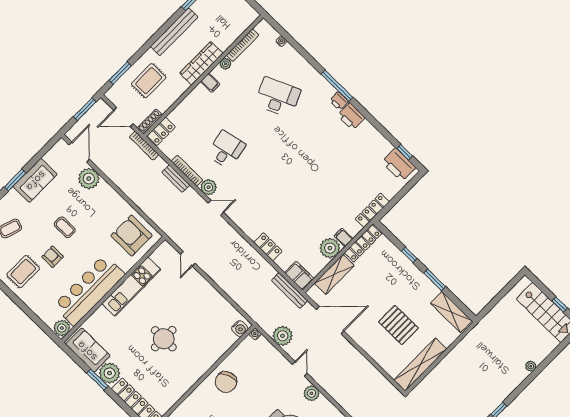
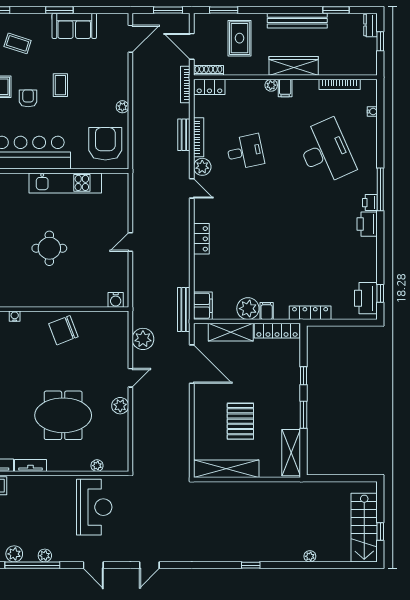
plant: (225, 64) -> (271, 85), moved
rug: (149, 81) -> (240, 38), turned 90
desk: (278, 97) -> (326, 152), width x1.36, depth x1.30
plant: (89, 179) -> (122, 107), moved, width x0.53, depth x0.53
locker: (268, 247) -> (201, 239), moved
door: (188, 259) -> (130, 242), moved
water cooler: (255, 334) -> (15, 316), moved

